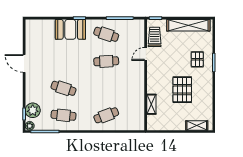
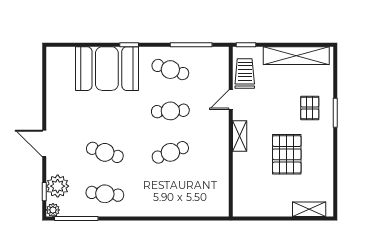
booth: (70, 29) -> (107, 69), width x1.36, depth x1.42
door: (24, 64) -> (44, 143), moved
shelving: (151, 104) -> (240, 136), moved
cafe table: (106, 115) -> (170, 152), moved

